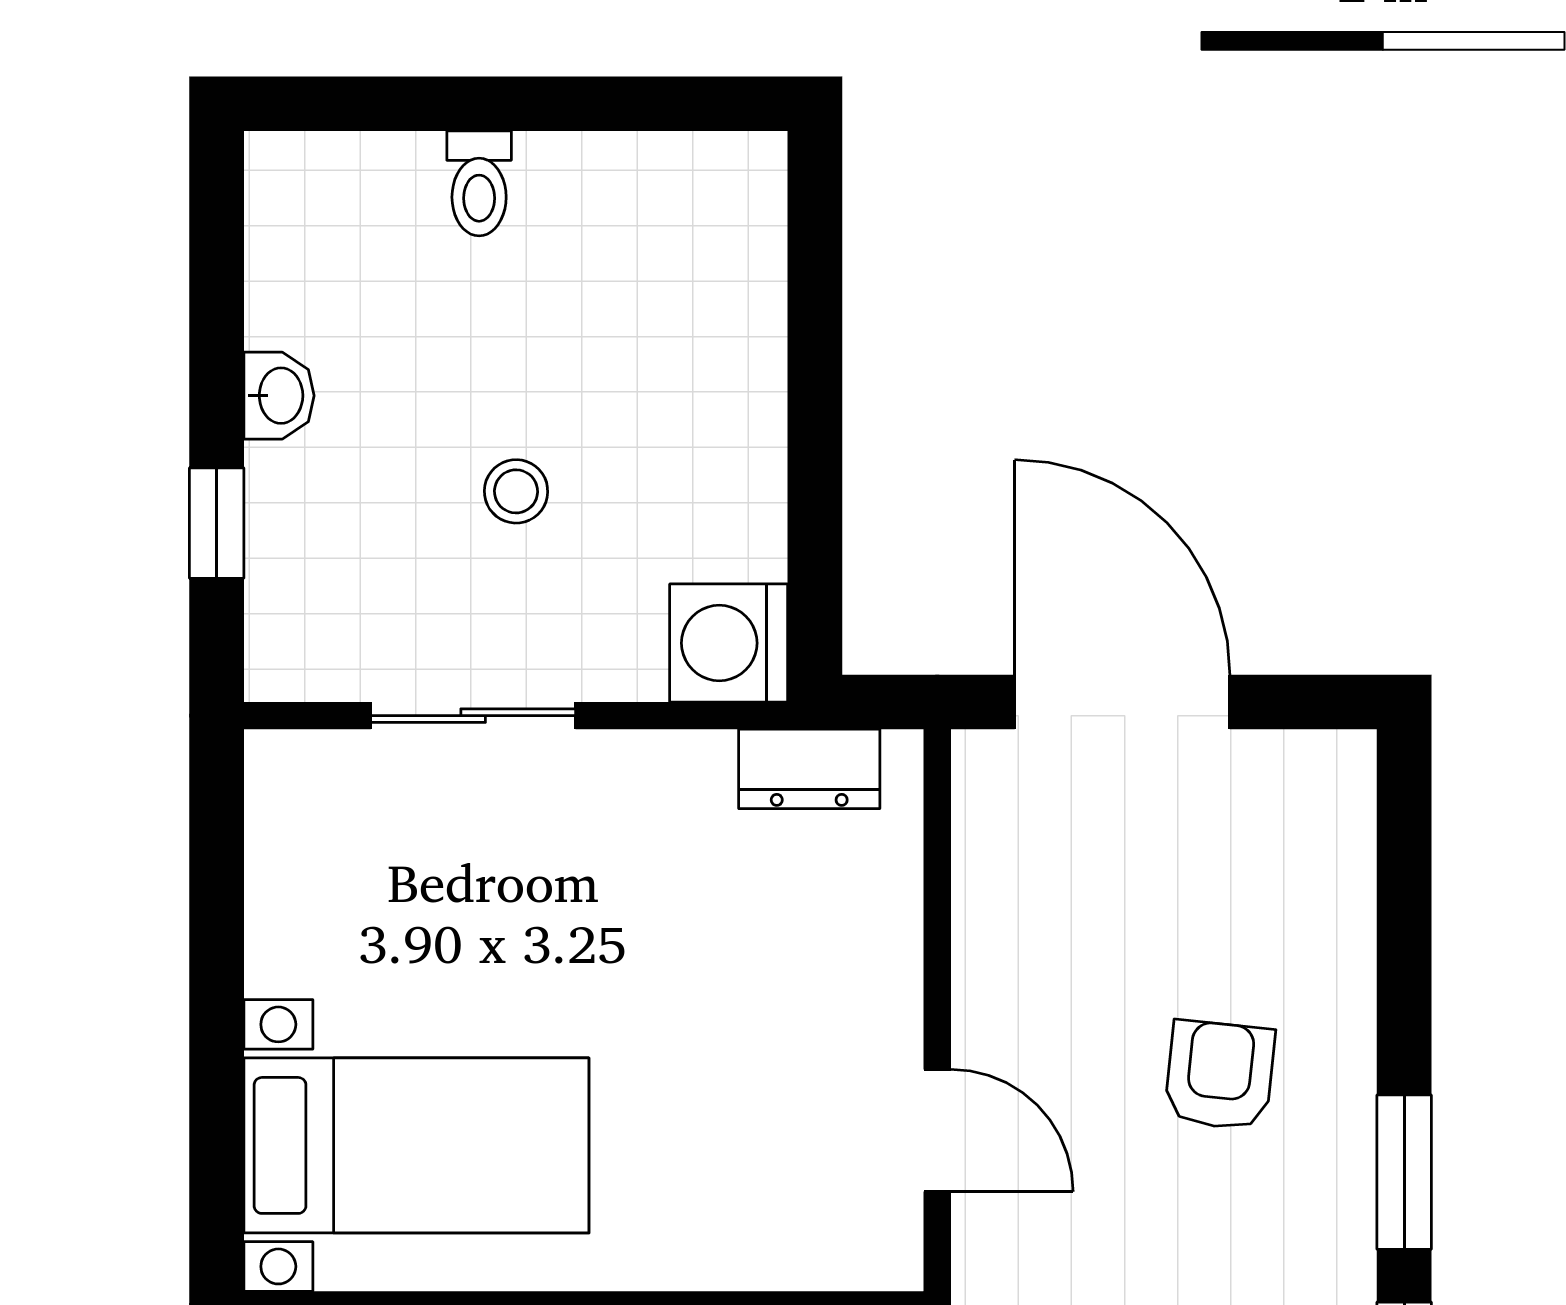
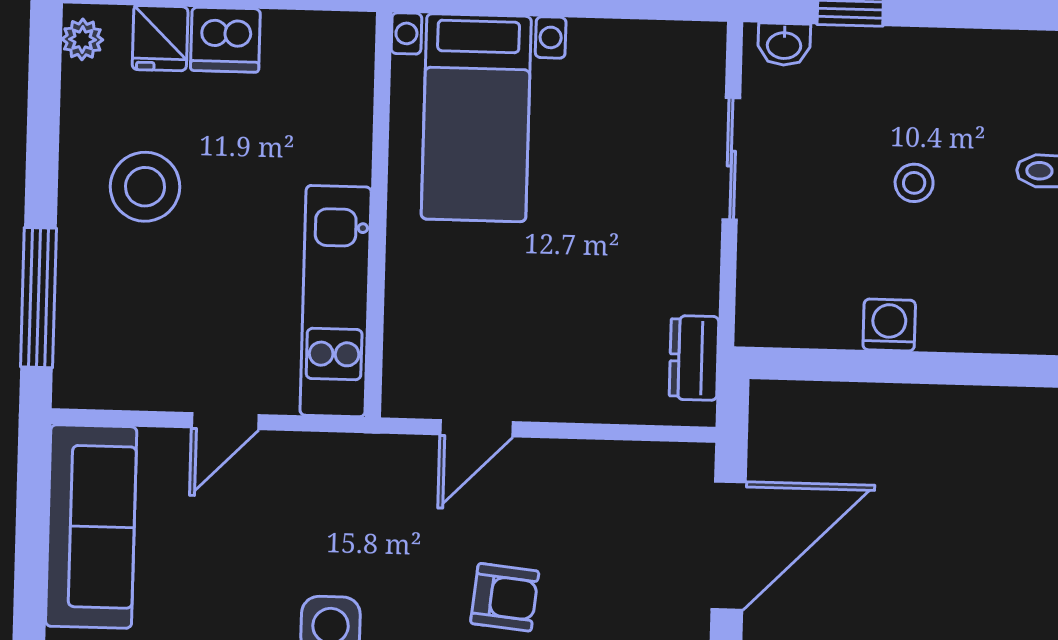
washbasin: (279, 396) -> (784, 44), moved
stool: (516, 491) -> (914, 183), moved
washing machine: (729, 643) -> (889, 325), moved, width x0.73, depth x0.73

